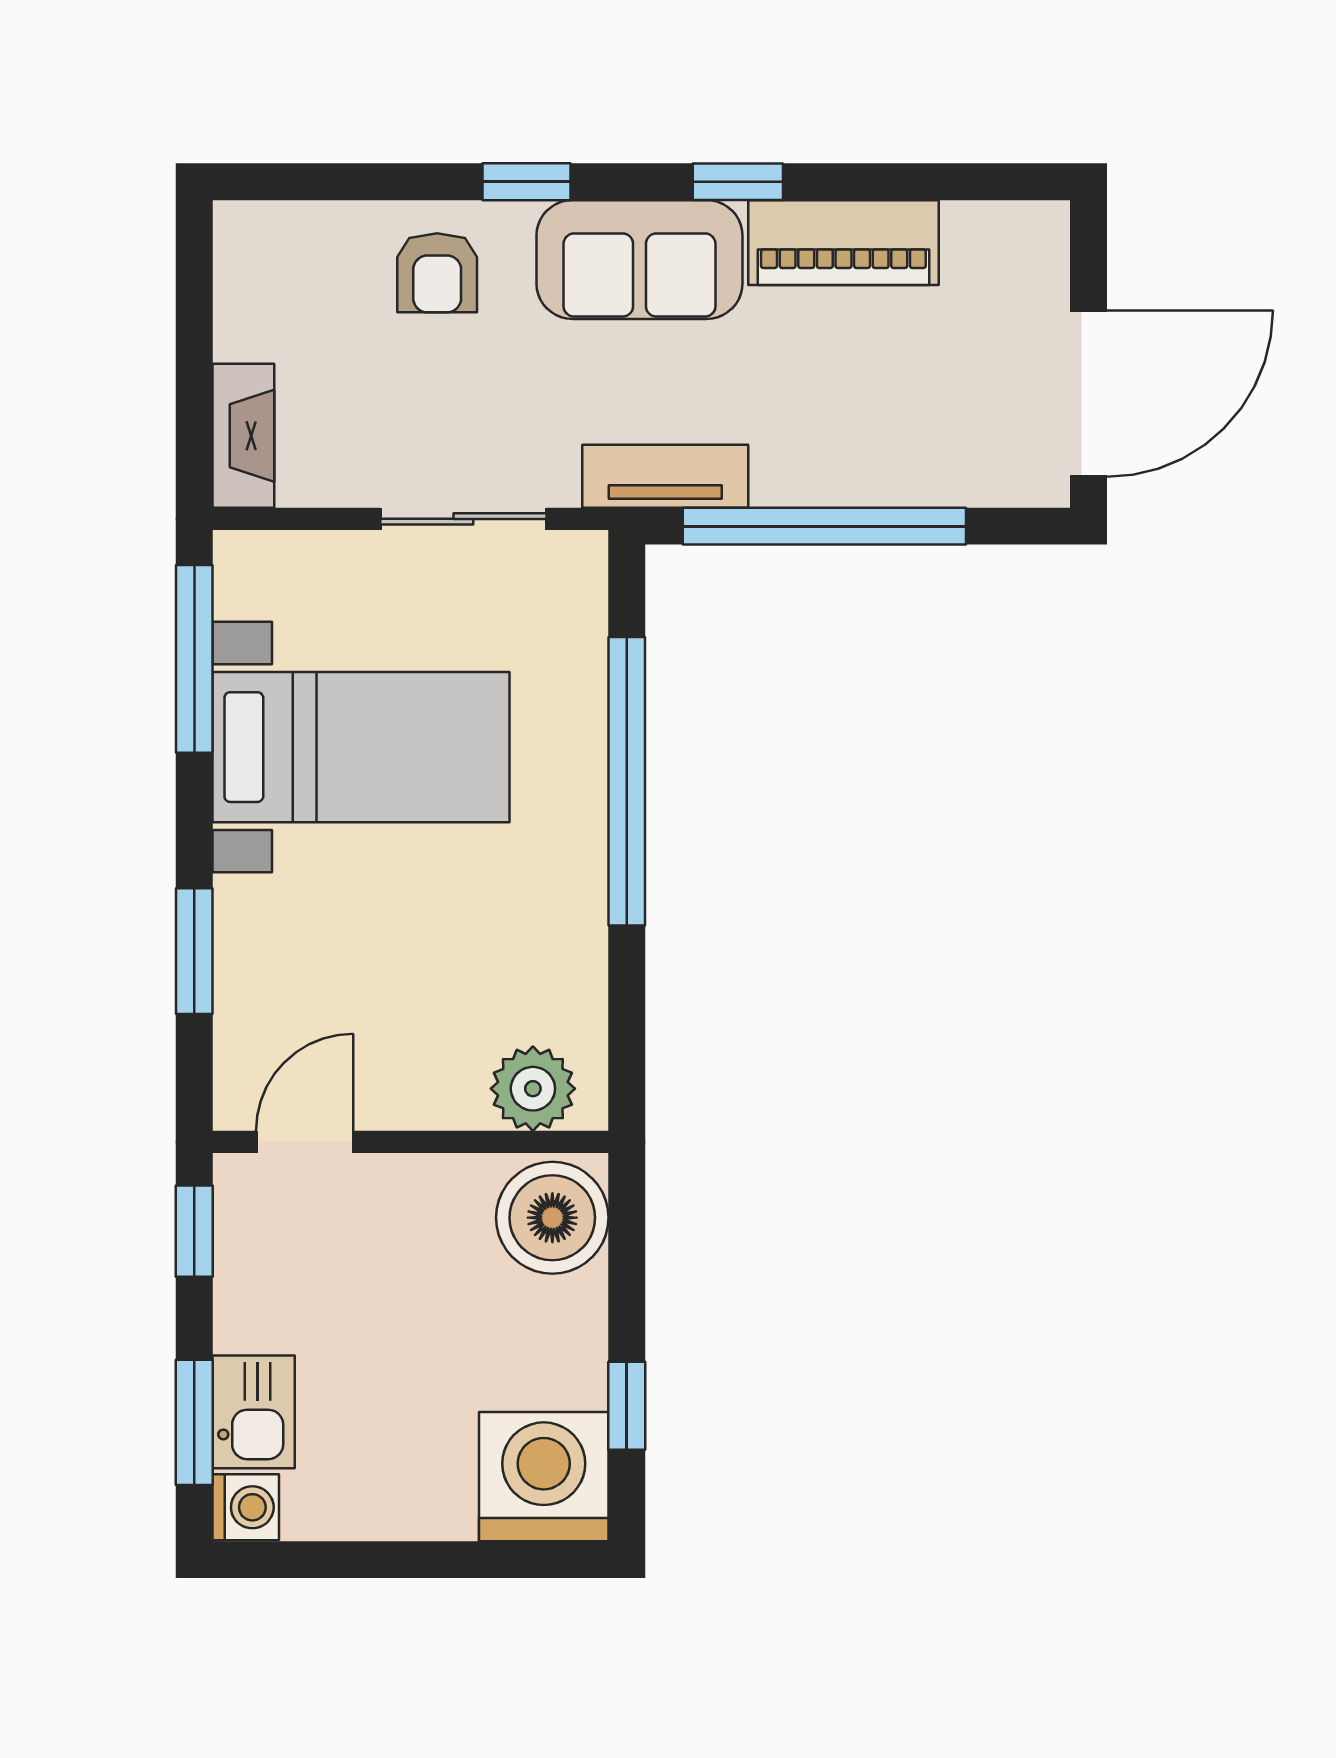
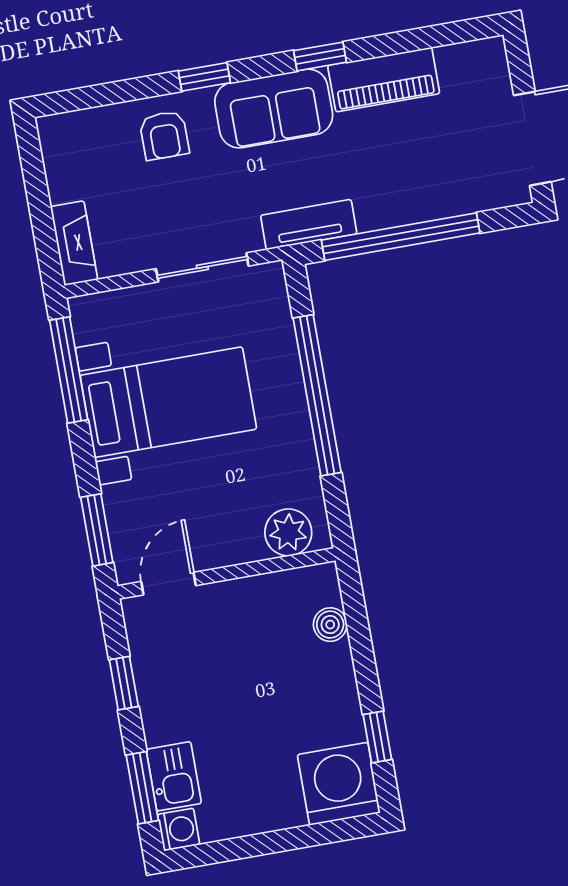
plant: (533, 1089) -> (288, 532), moved
door: (305, 1142) -> (169, 584), moved
wall: (411, 1142) -> (226, 573), moved
boiler: (552, 1218) -> (330, 625), width x0.54, depth x0.54

